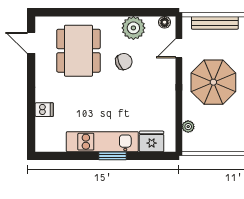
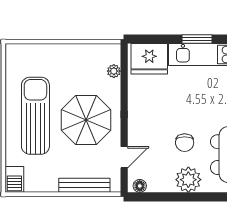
plant: (133, 28) -> (188, 180), moved
chair: (124, 62) -> (185, 143), turned -69
fridge: (152, 141) -> (149, 59), width x1.36, depth x1.34

